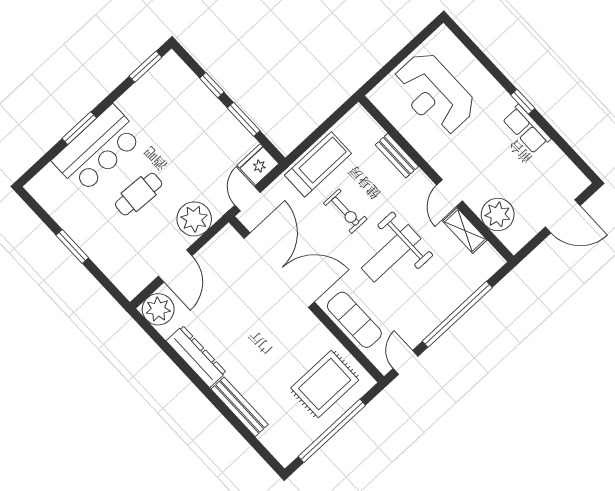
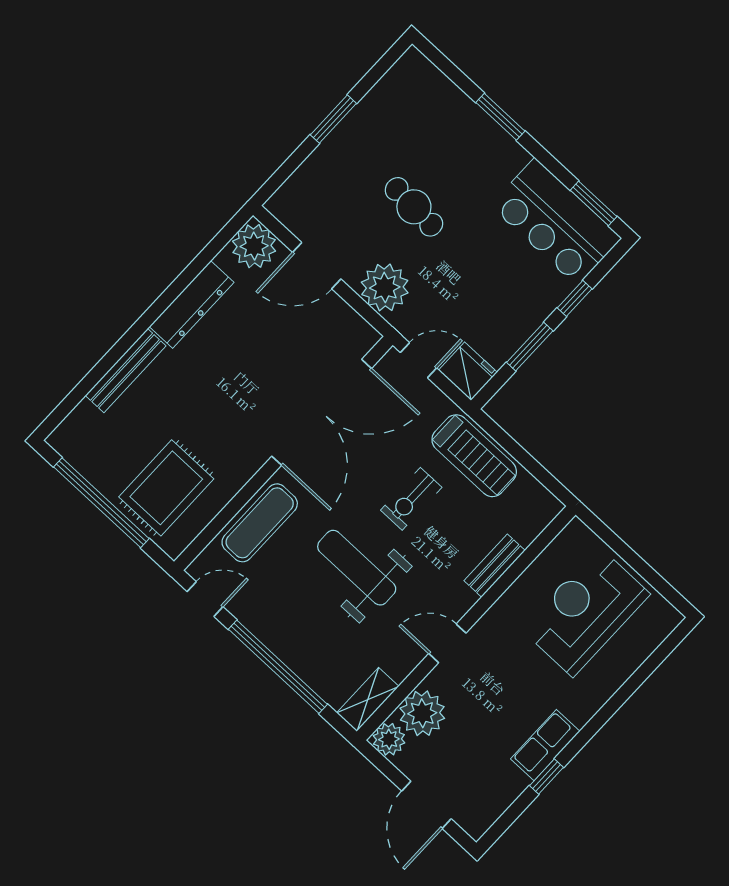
window: (523, 102) -> (546, 777), moved
bar counter: (98, 149) -> (556, 222), moved
shelving: (465, 231) -> (368, 700), moved
plant: (514, 239) -> (389, 739), added
rug: (325, 384) -> (166, 488), turned 90

